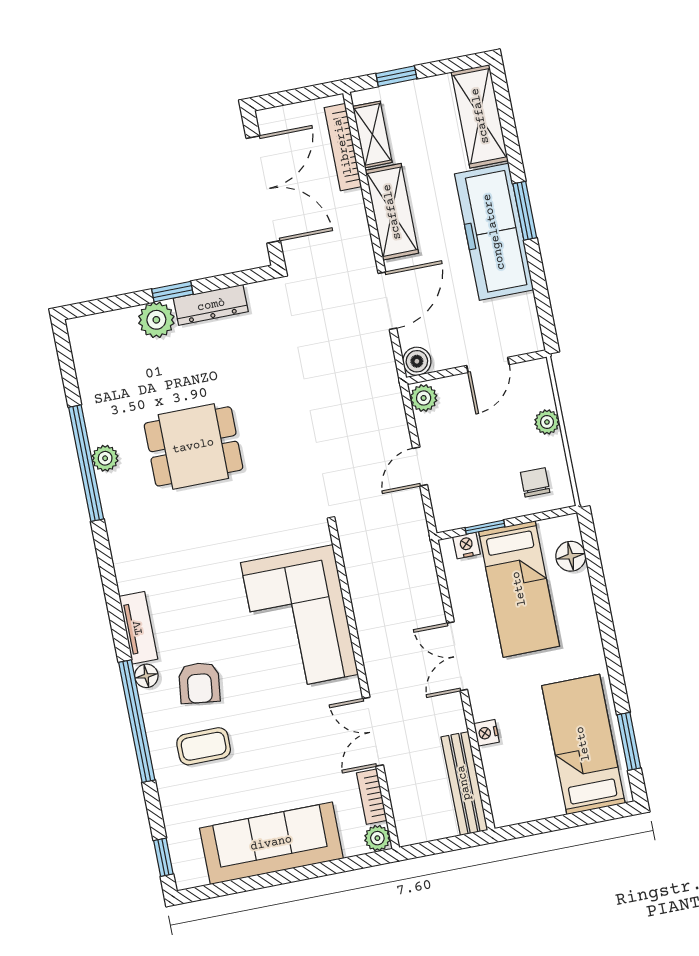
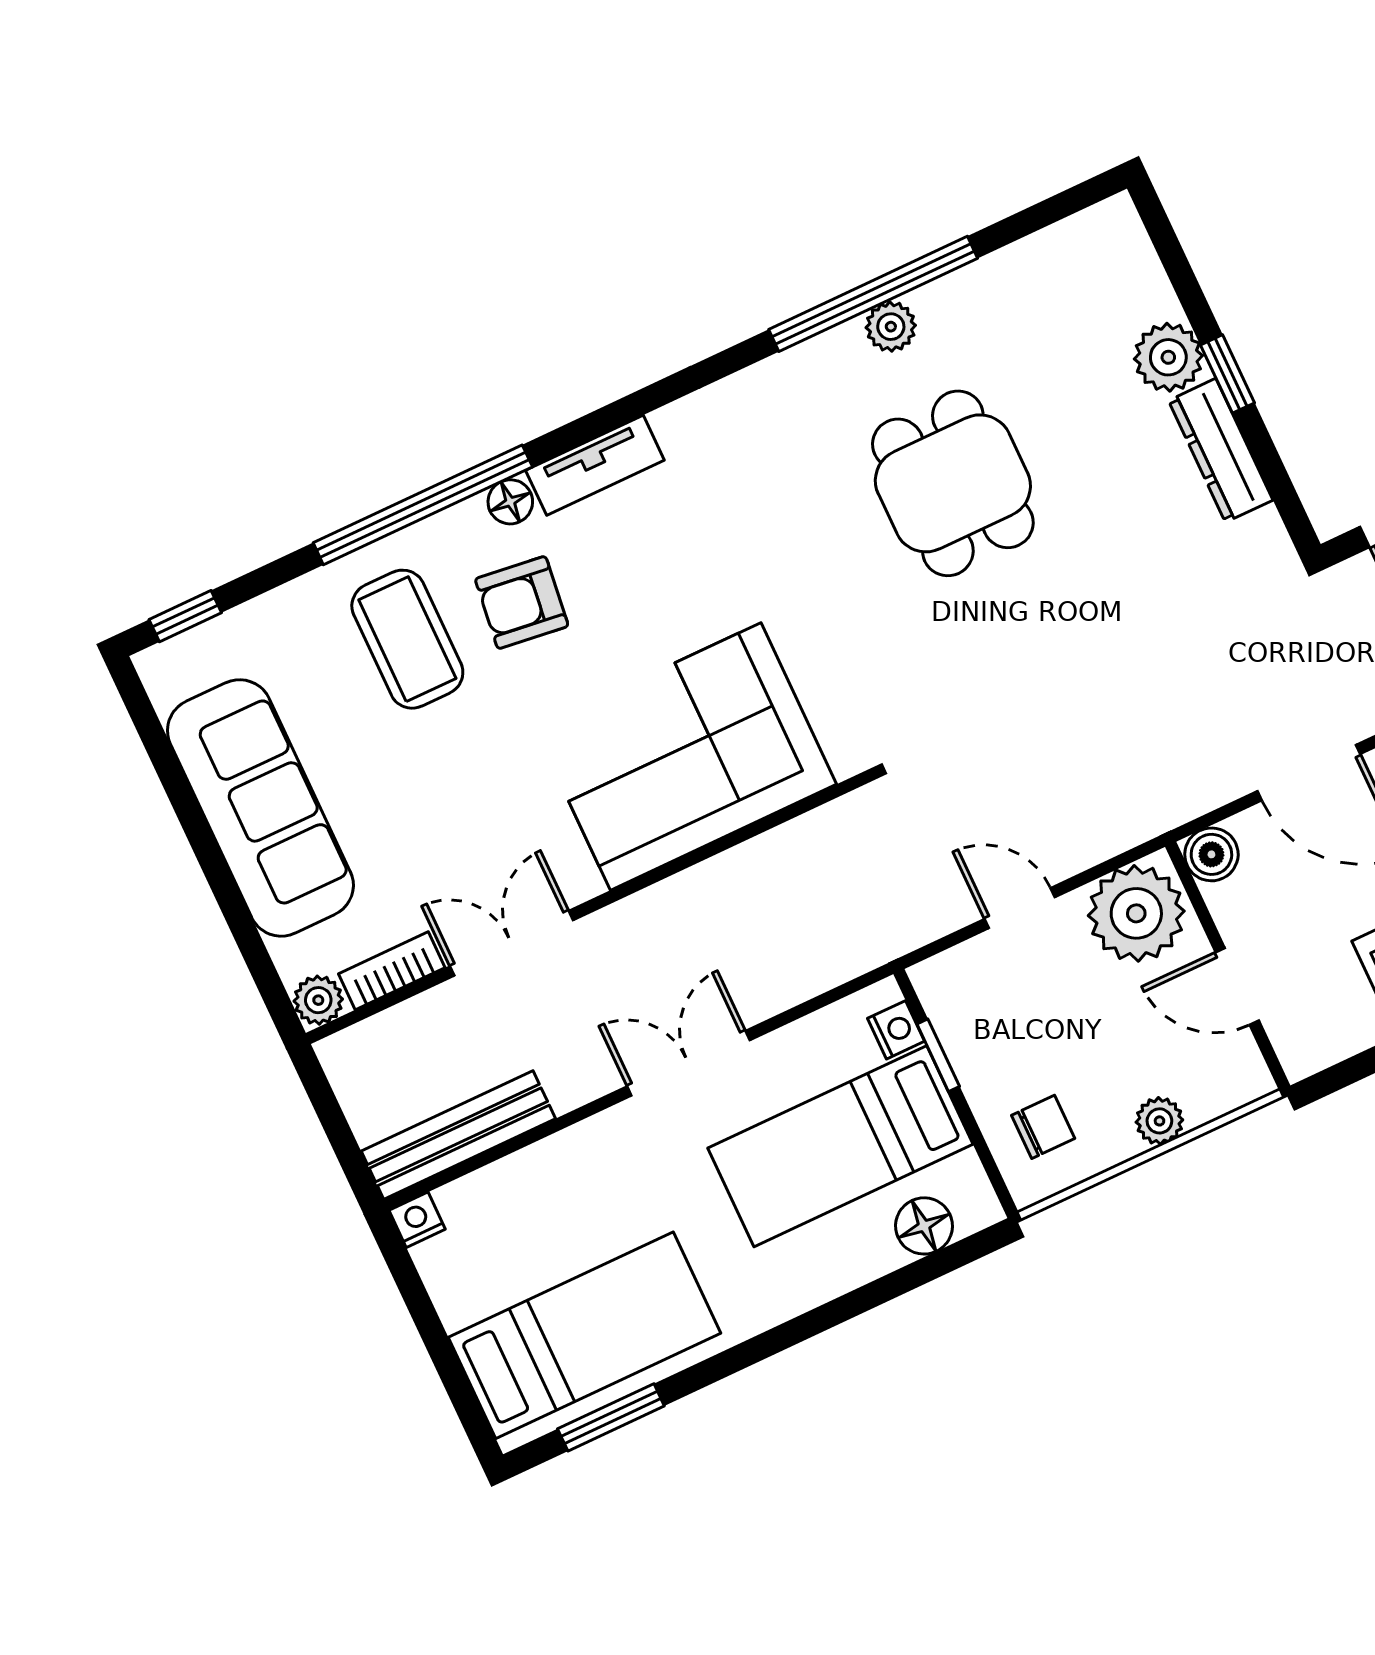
plant: (424, 398) -> (1136, 913), width x1.87, depth x1.87
nightstand: (486, 733) -> (417, 1220), moved
coffee table: (204, 746) -> (407, 639), width x1.36, depth x1.30

